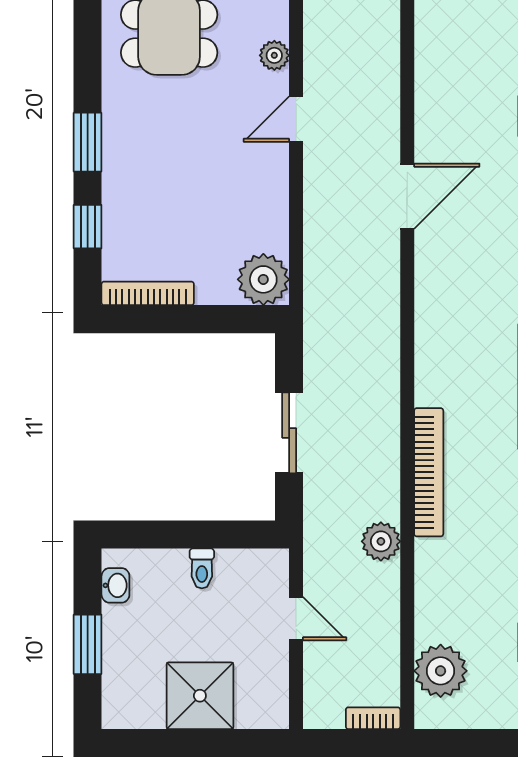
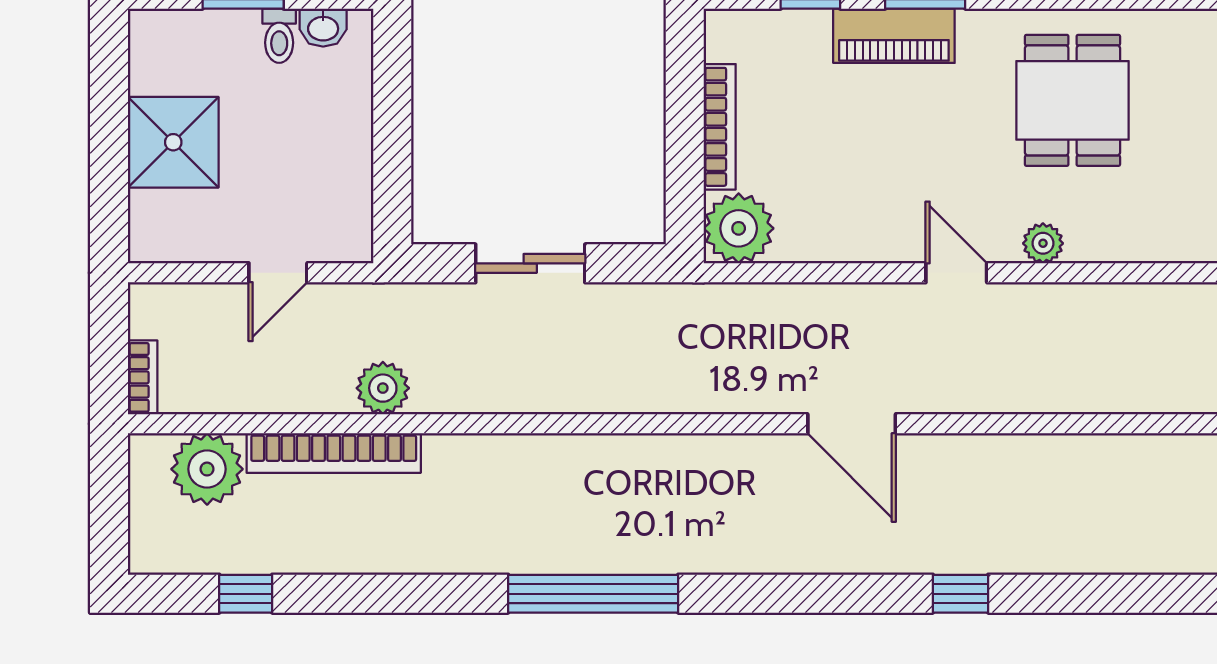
piano: (121, 165) -> (894, 36), added
bookcase: (148, 293) -> (720, 127), moved
bookcase: (429, 472) -> (334, 453), moved
toilet: (202, 568) -> (279, 36), moved, turned -90

